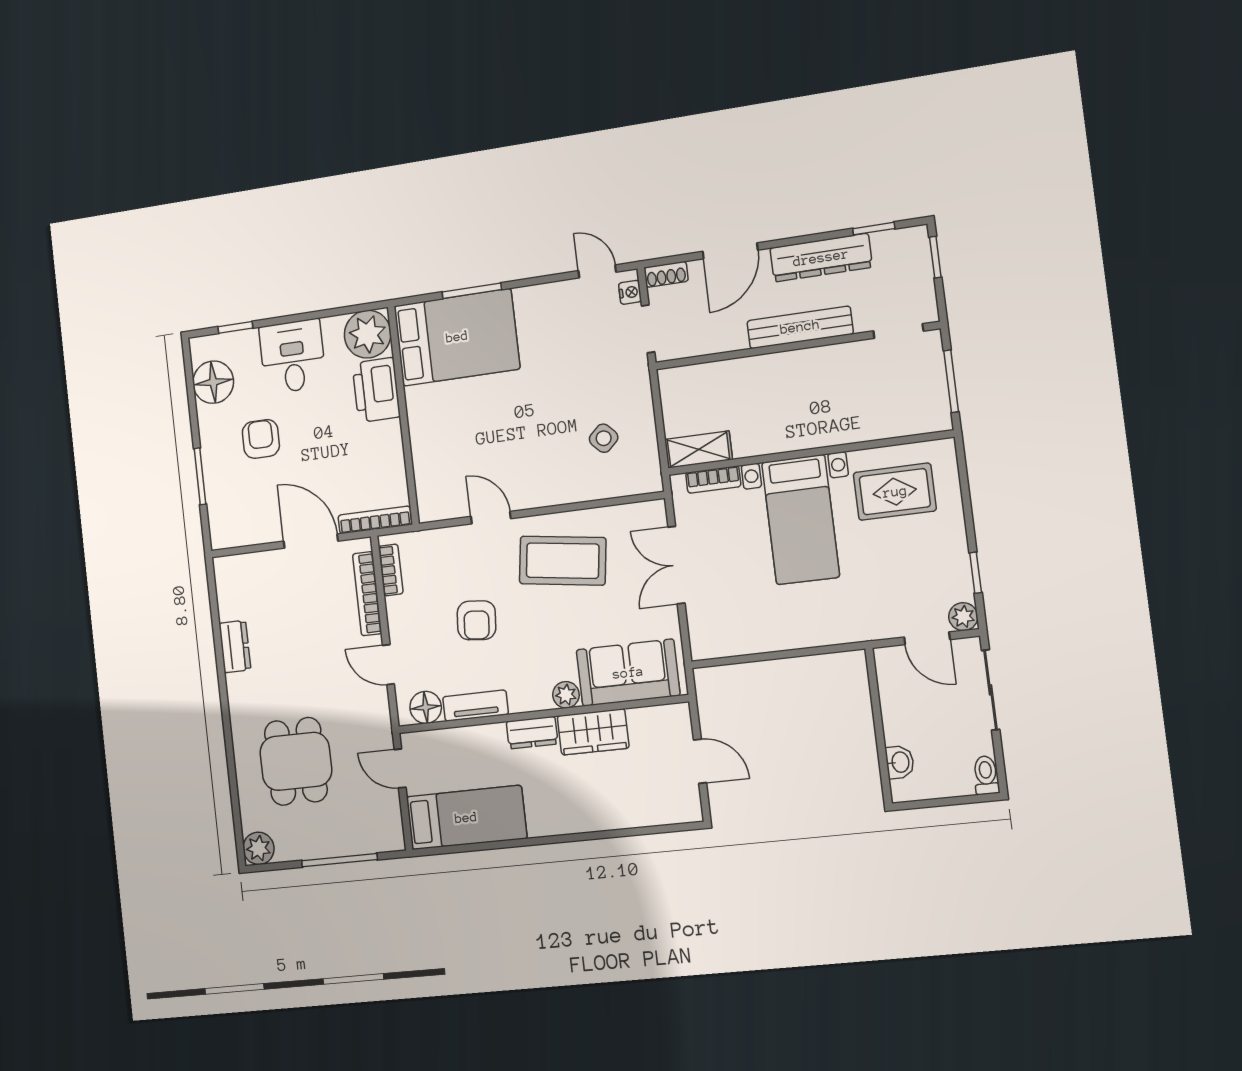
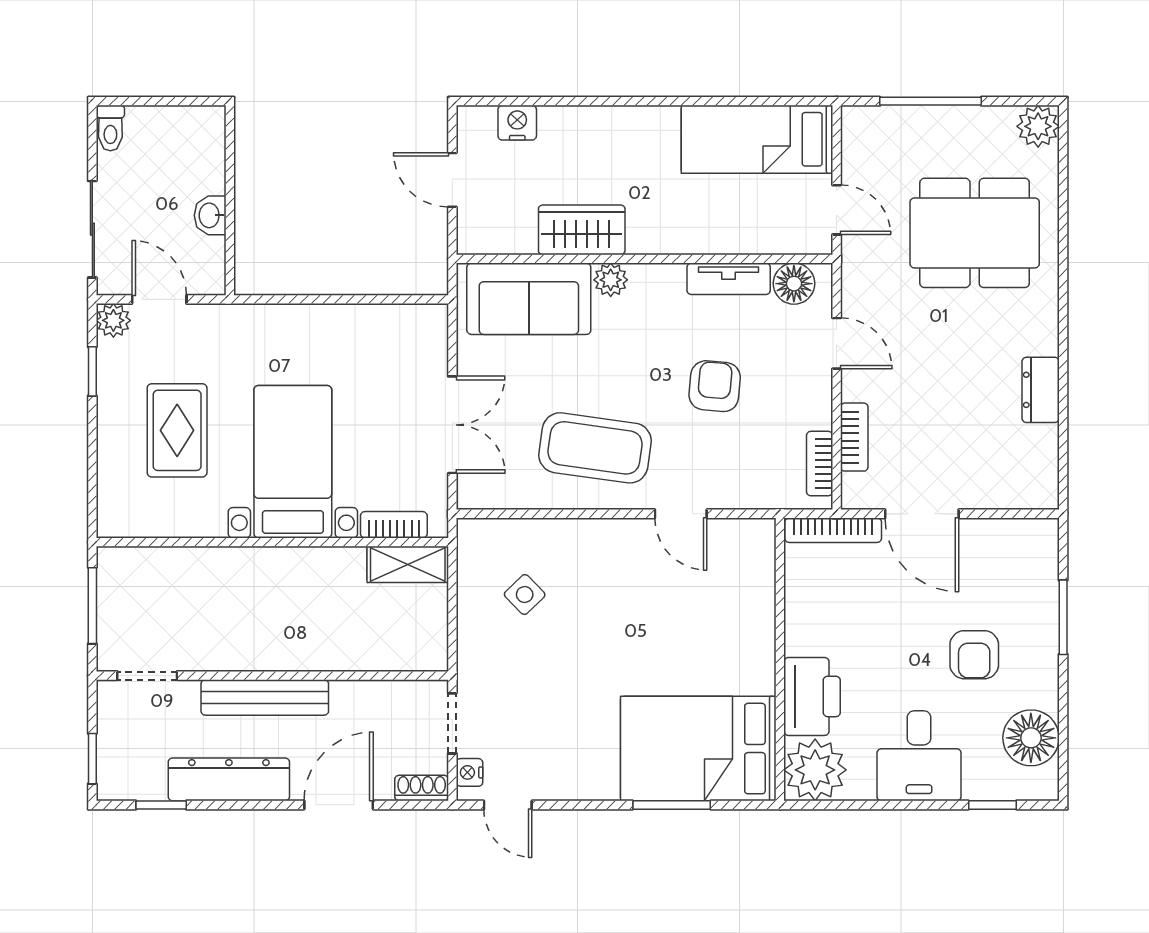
rug: (895, 492) -> (177, 430), moved, turned 90
bookcase: (367, 594) -> (854, 437), width x0.64
dresser: (532, 733) -> (660, 237), removed
dining table: (296, 761) -> (975, 233), width x1.38
washbasin: (900, 762) -> (210, 215), moved
nightstand: (654, 812) -> (517, 123), added

